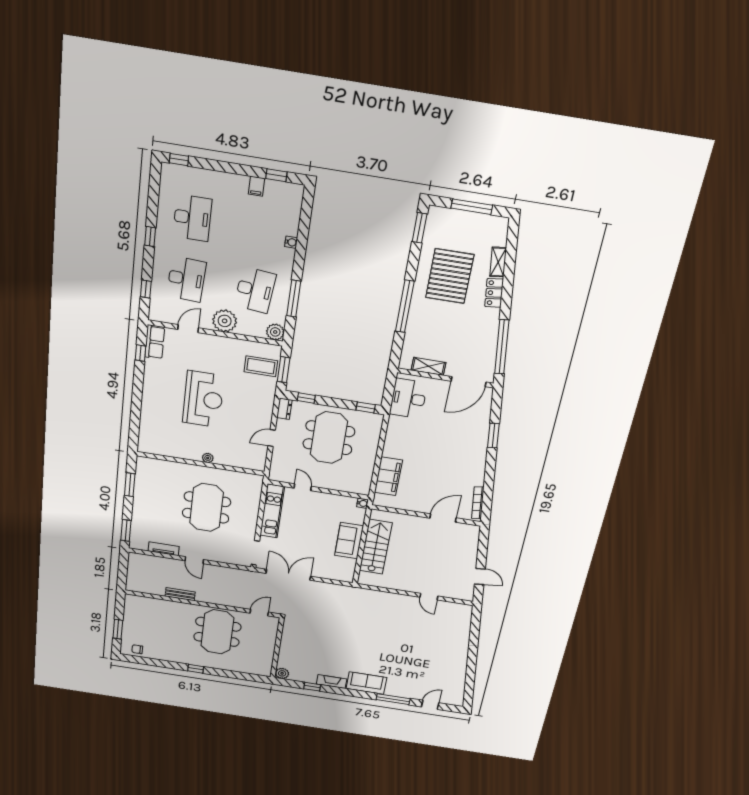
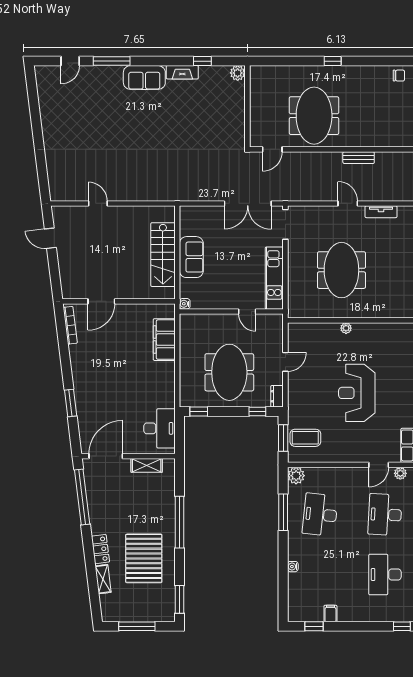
plant: (225, 321) -> (400, 473), moved, width x0.53, depth x0.53

